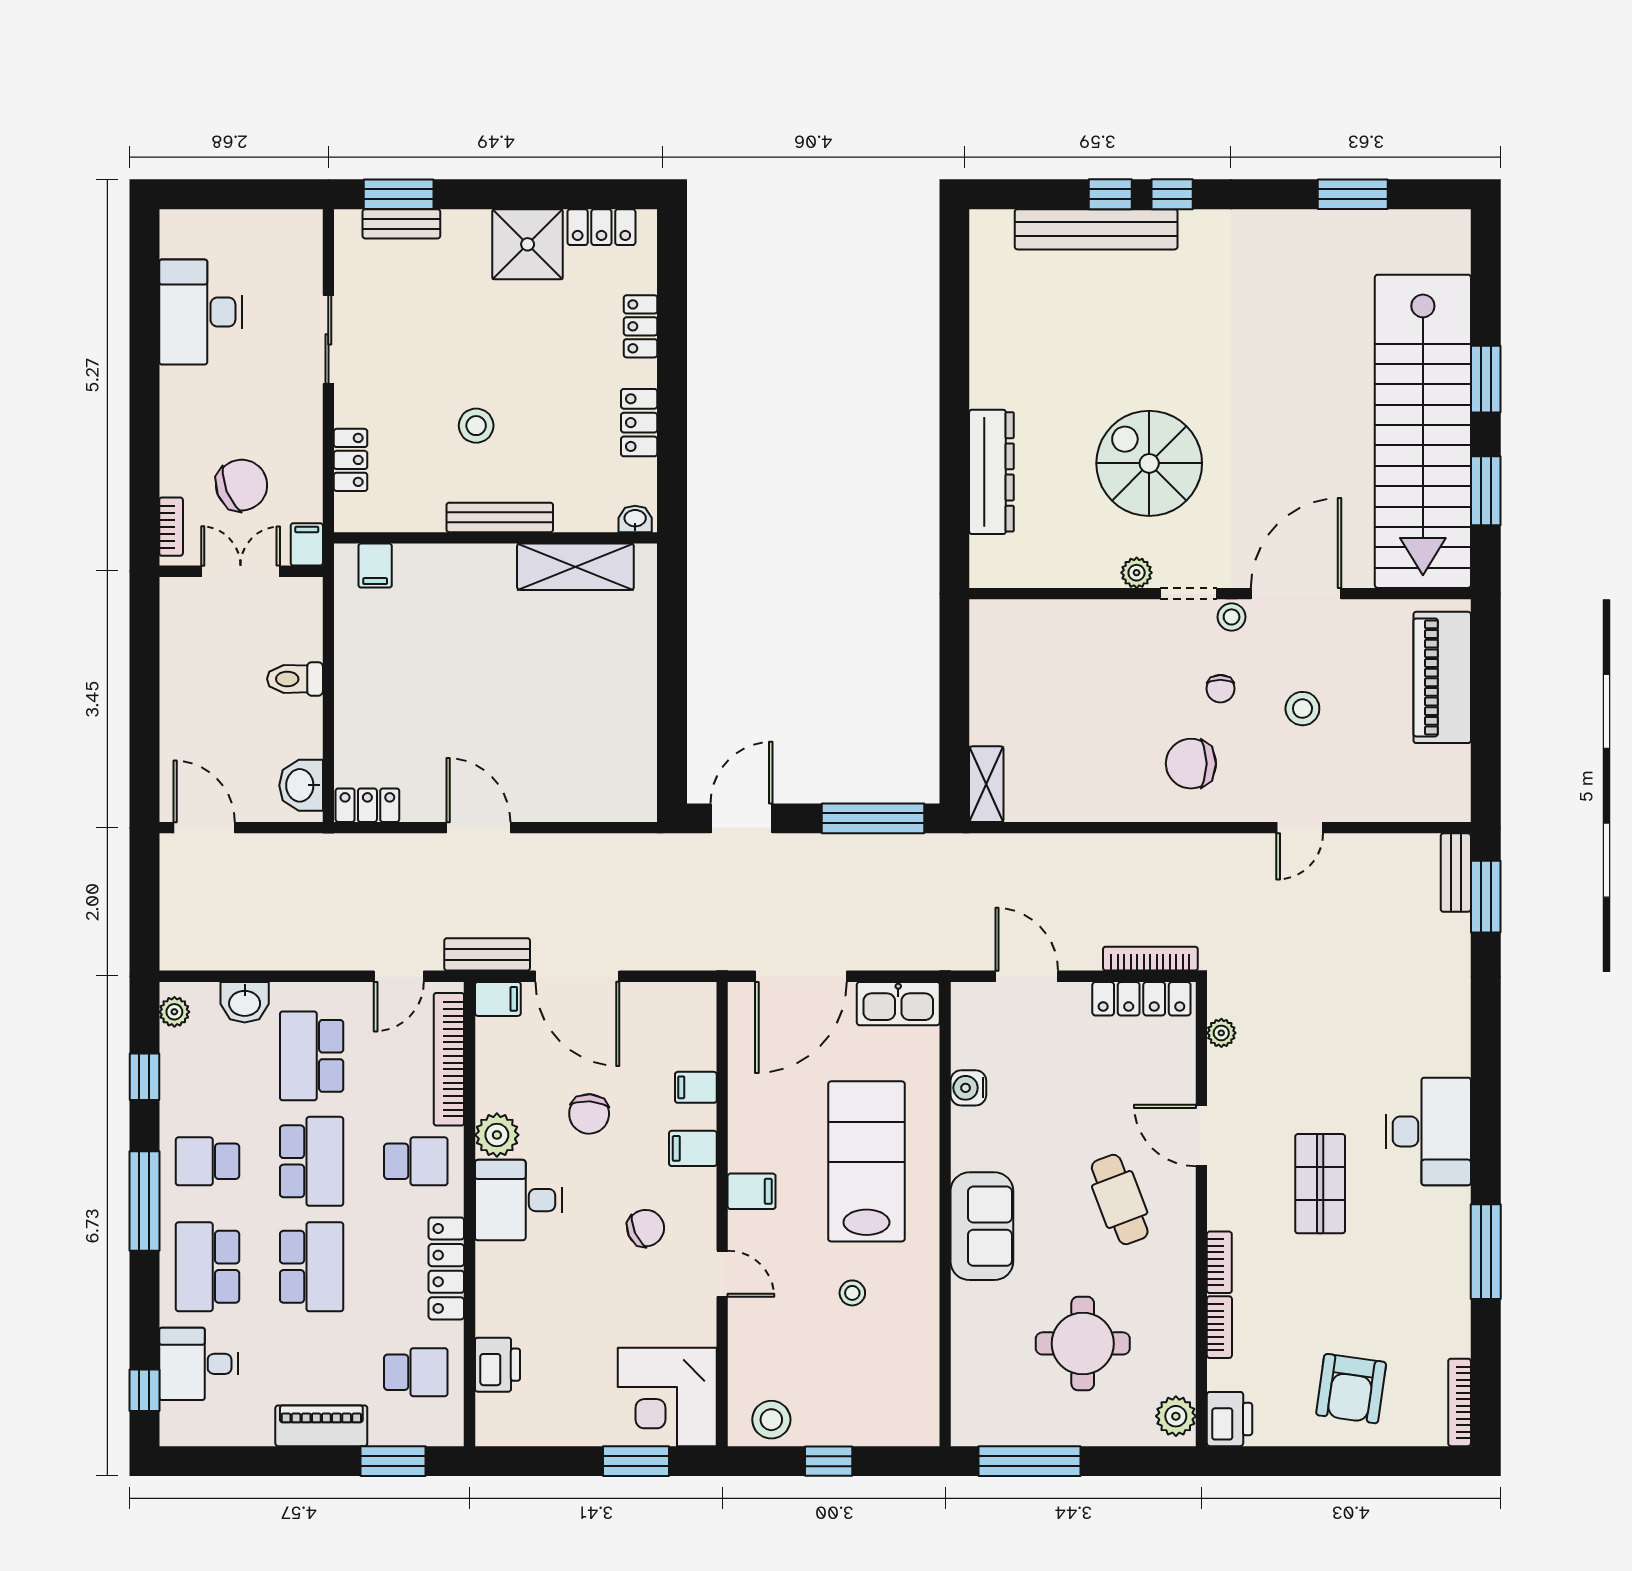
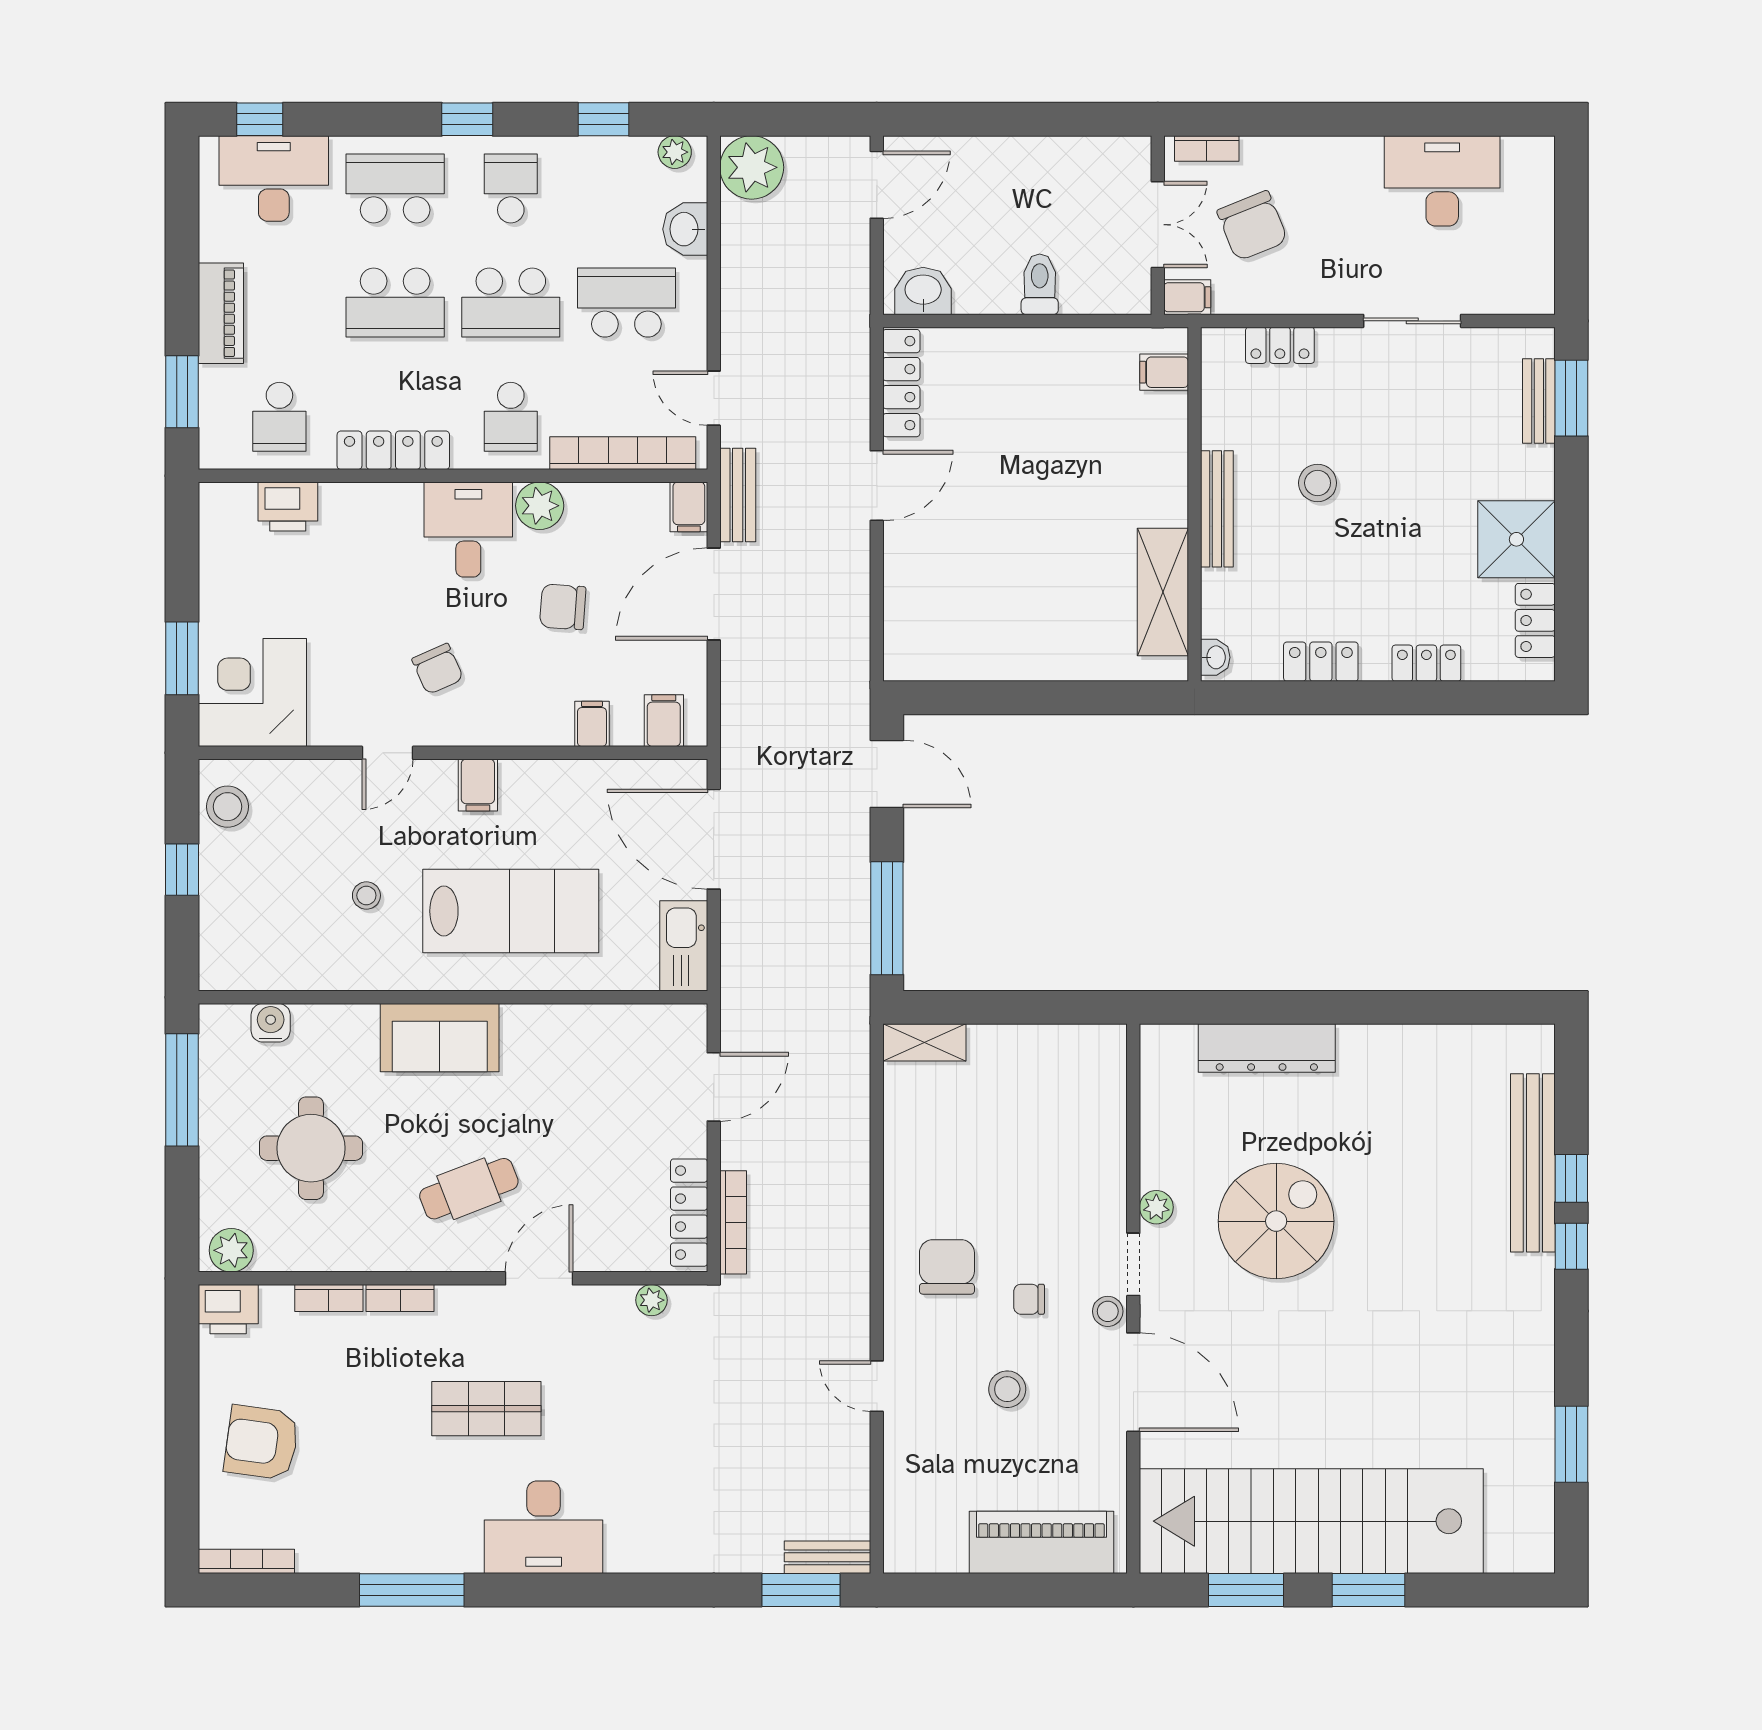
locker: (367, 805) -> (901, 383), width x1.53
plant: (188, 942) -> (752, 167), added
water cooler: (968, 1088) -> (271, 1023), moved
filing cabinet: (693, 1148) -> (664, 721), moved
window: (144, 1201) -> (467, 119), width x0.46
desk: (198, 1364) -> (274, 178), width x1.37

